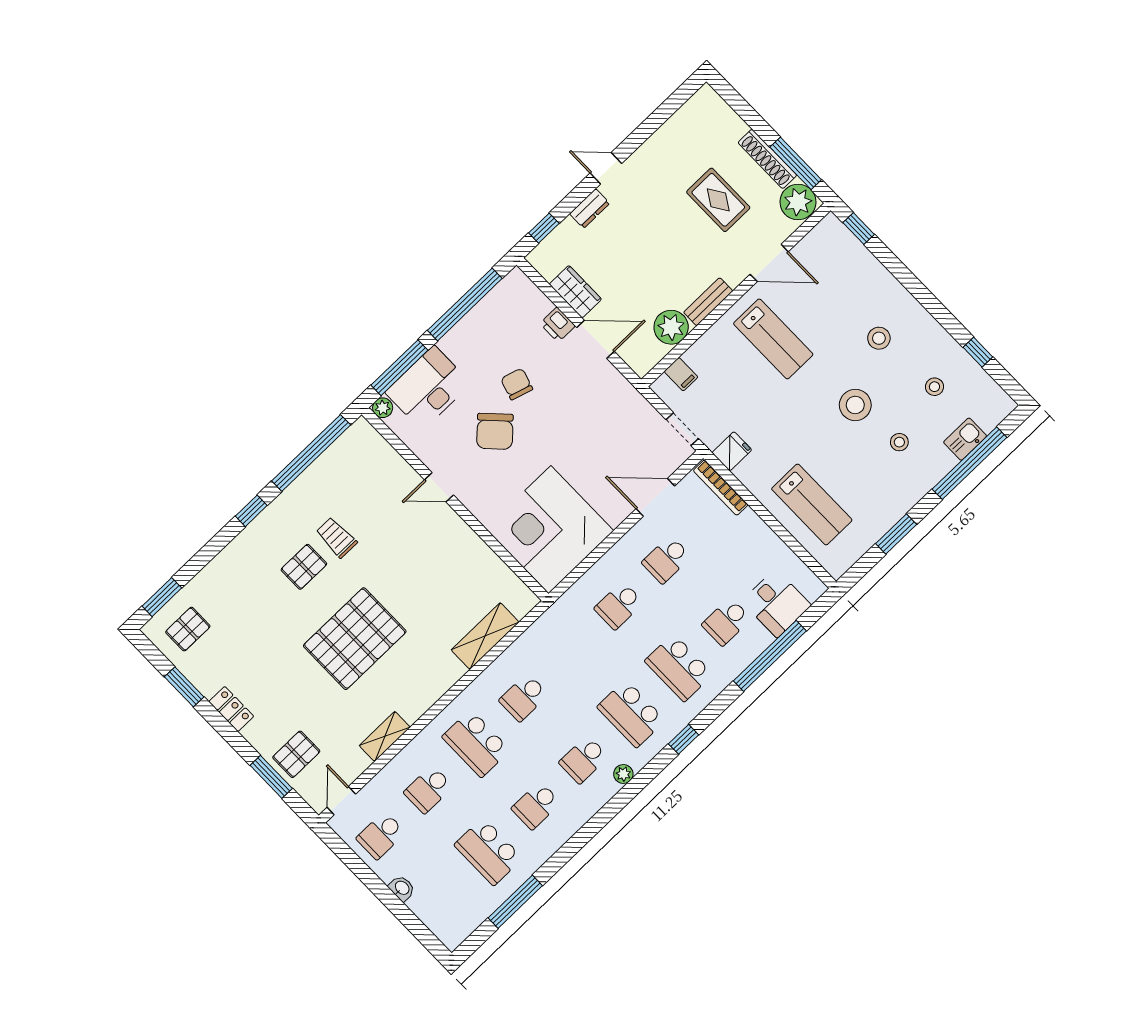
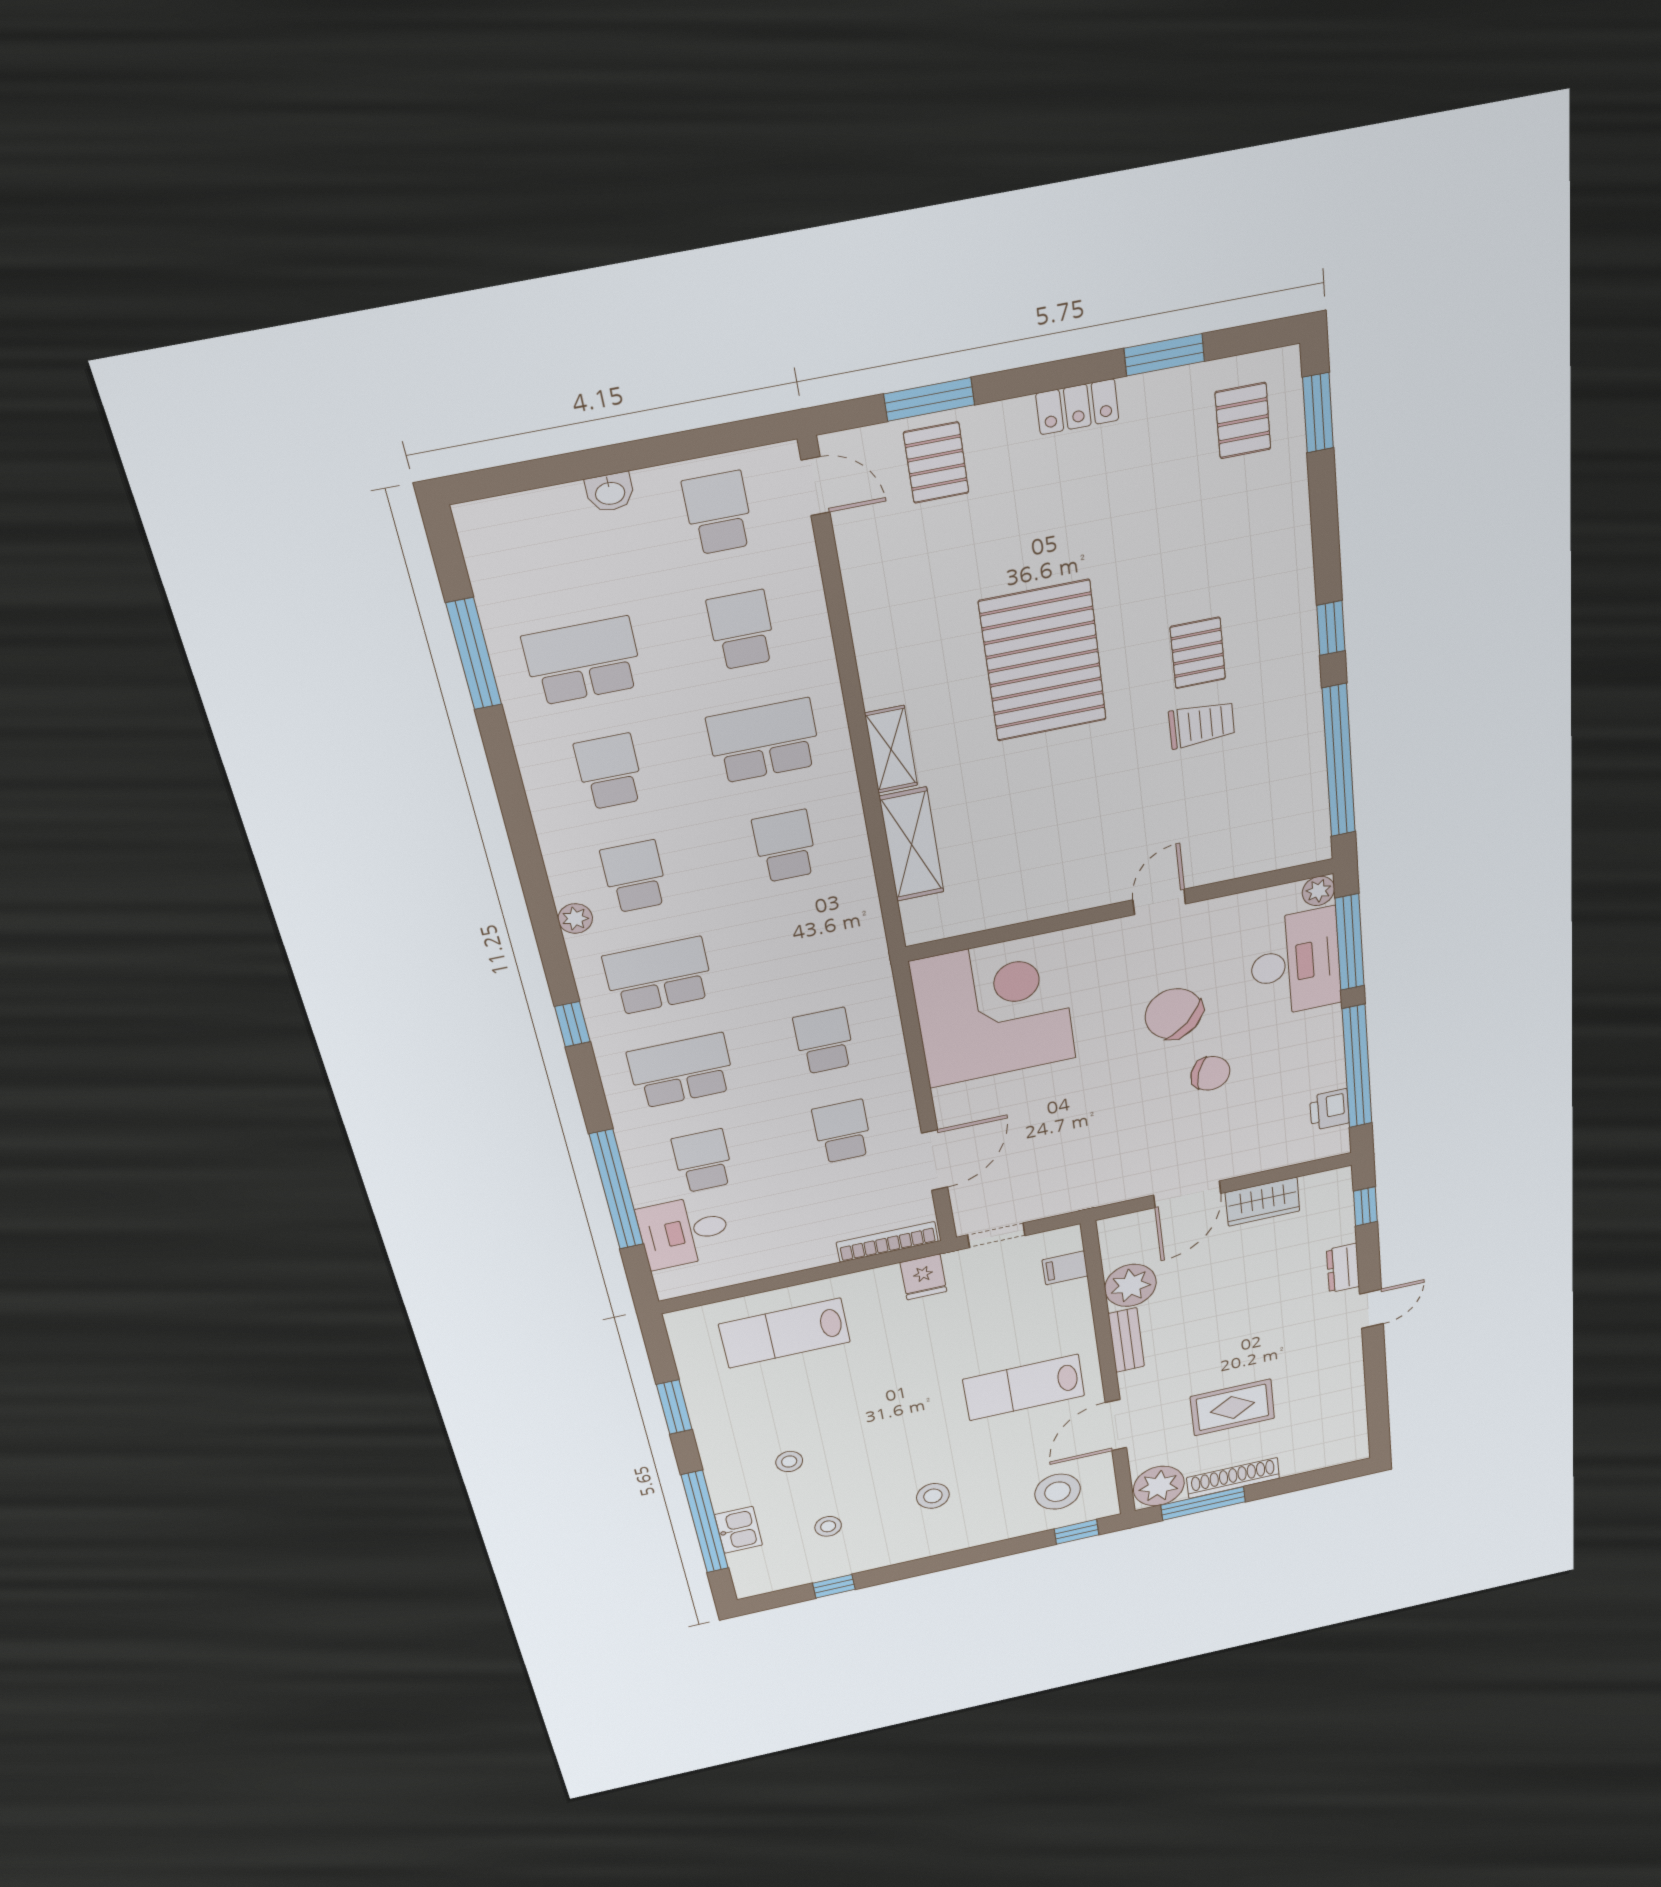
printer: (558, 325) -> (1330, 1110), moved, turned -90
stool: (855, 405) -> (1058, 1492), moved
shelving: (385, 736) -> (891, 749), moved

